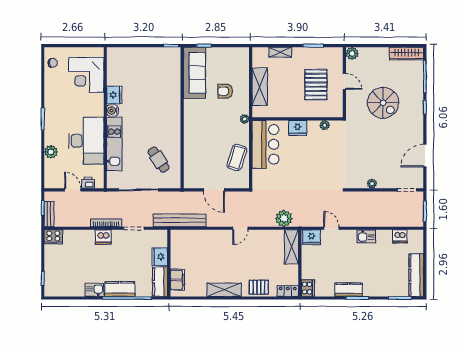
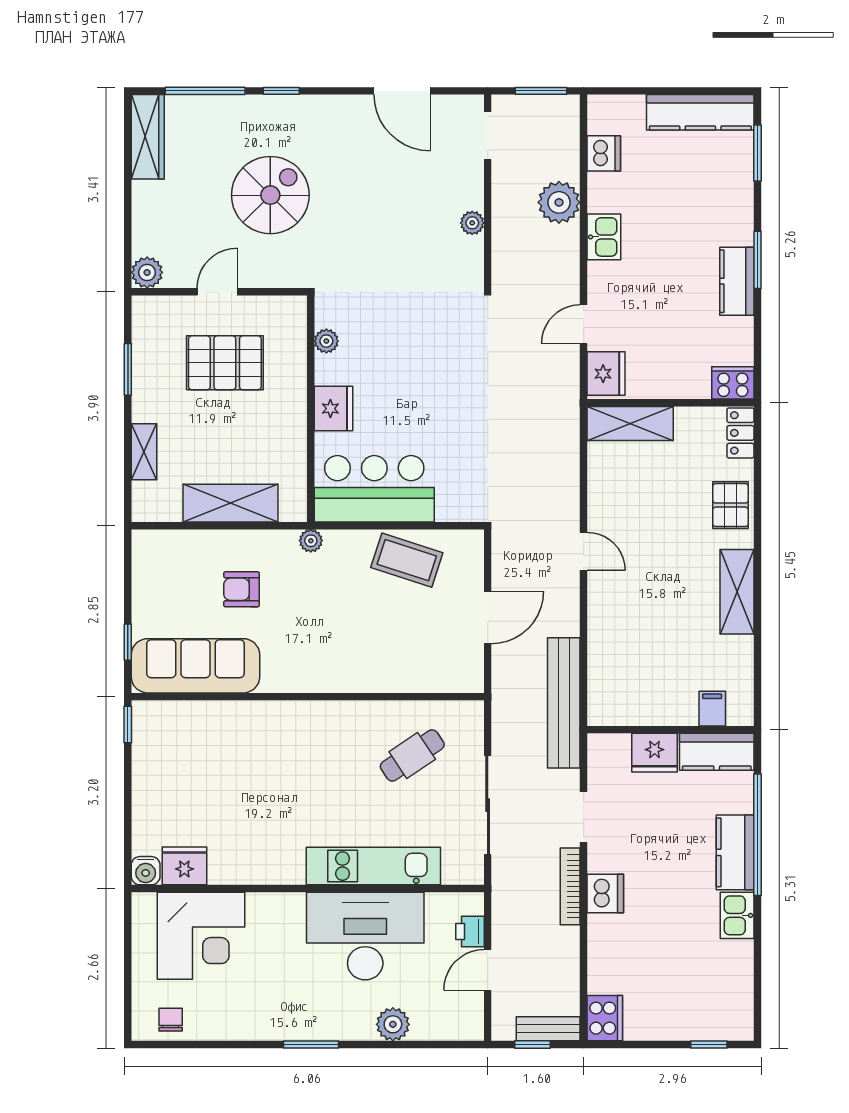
armchair: (225, 91) -> (241, 589), turned 90
fridge: (114, 95) -> (184, 866), moved
water cooler: (112, 111) -> (146, 871), moved
plant: (284, 218) -> (559, 202), moved
filing cabinet: (177, 280) -> (712, 709), width x0.50

